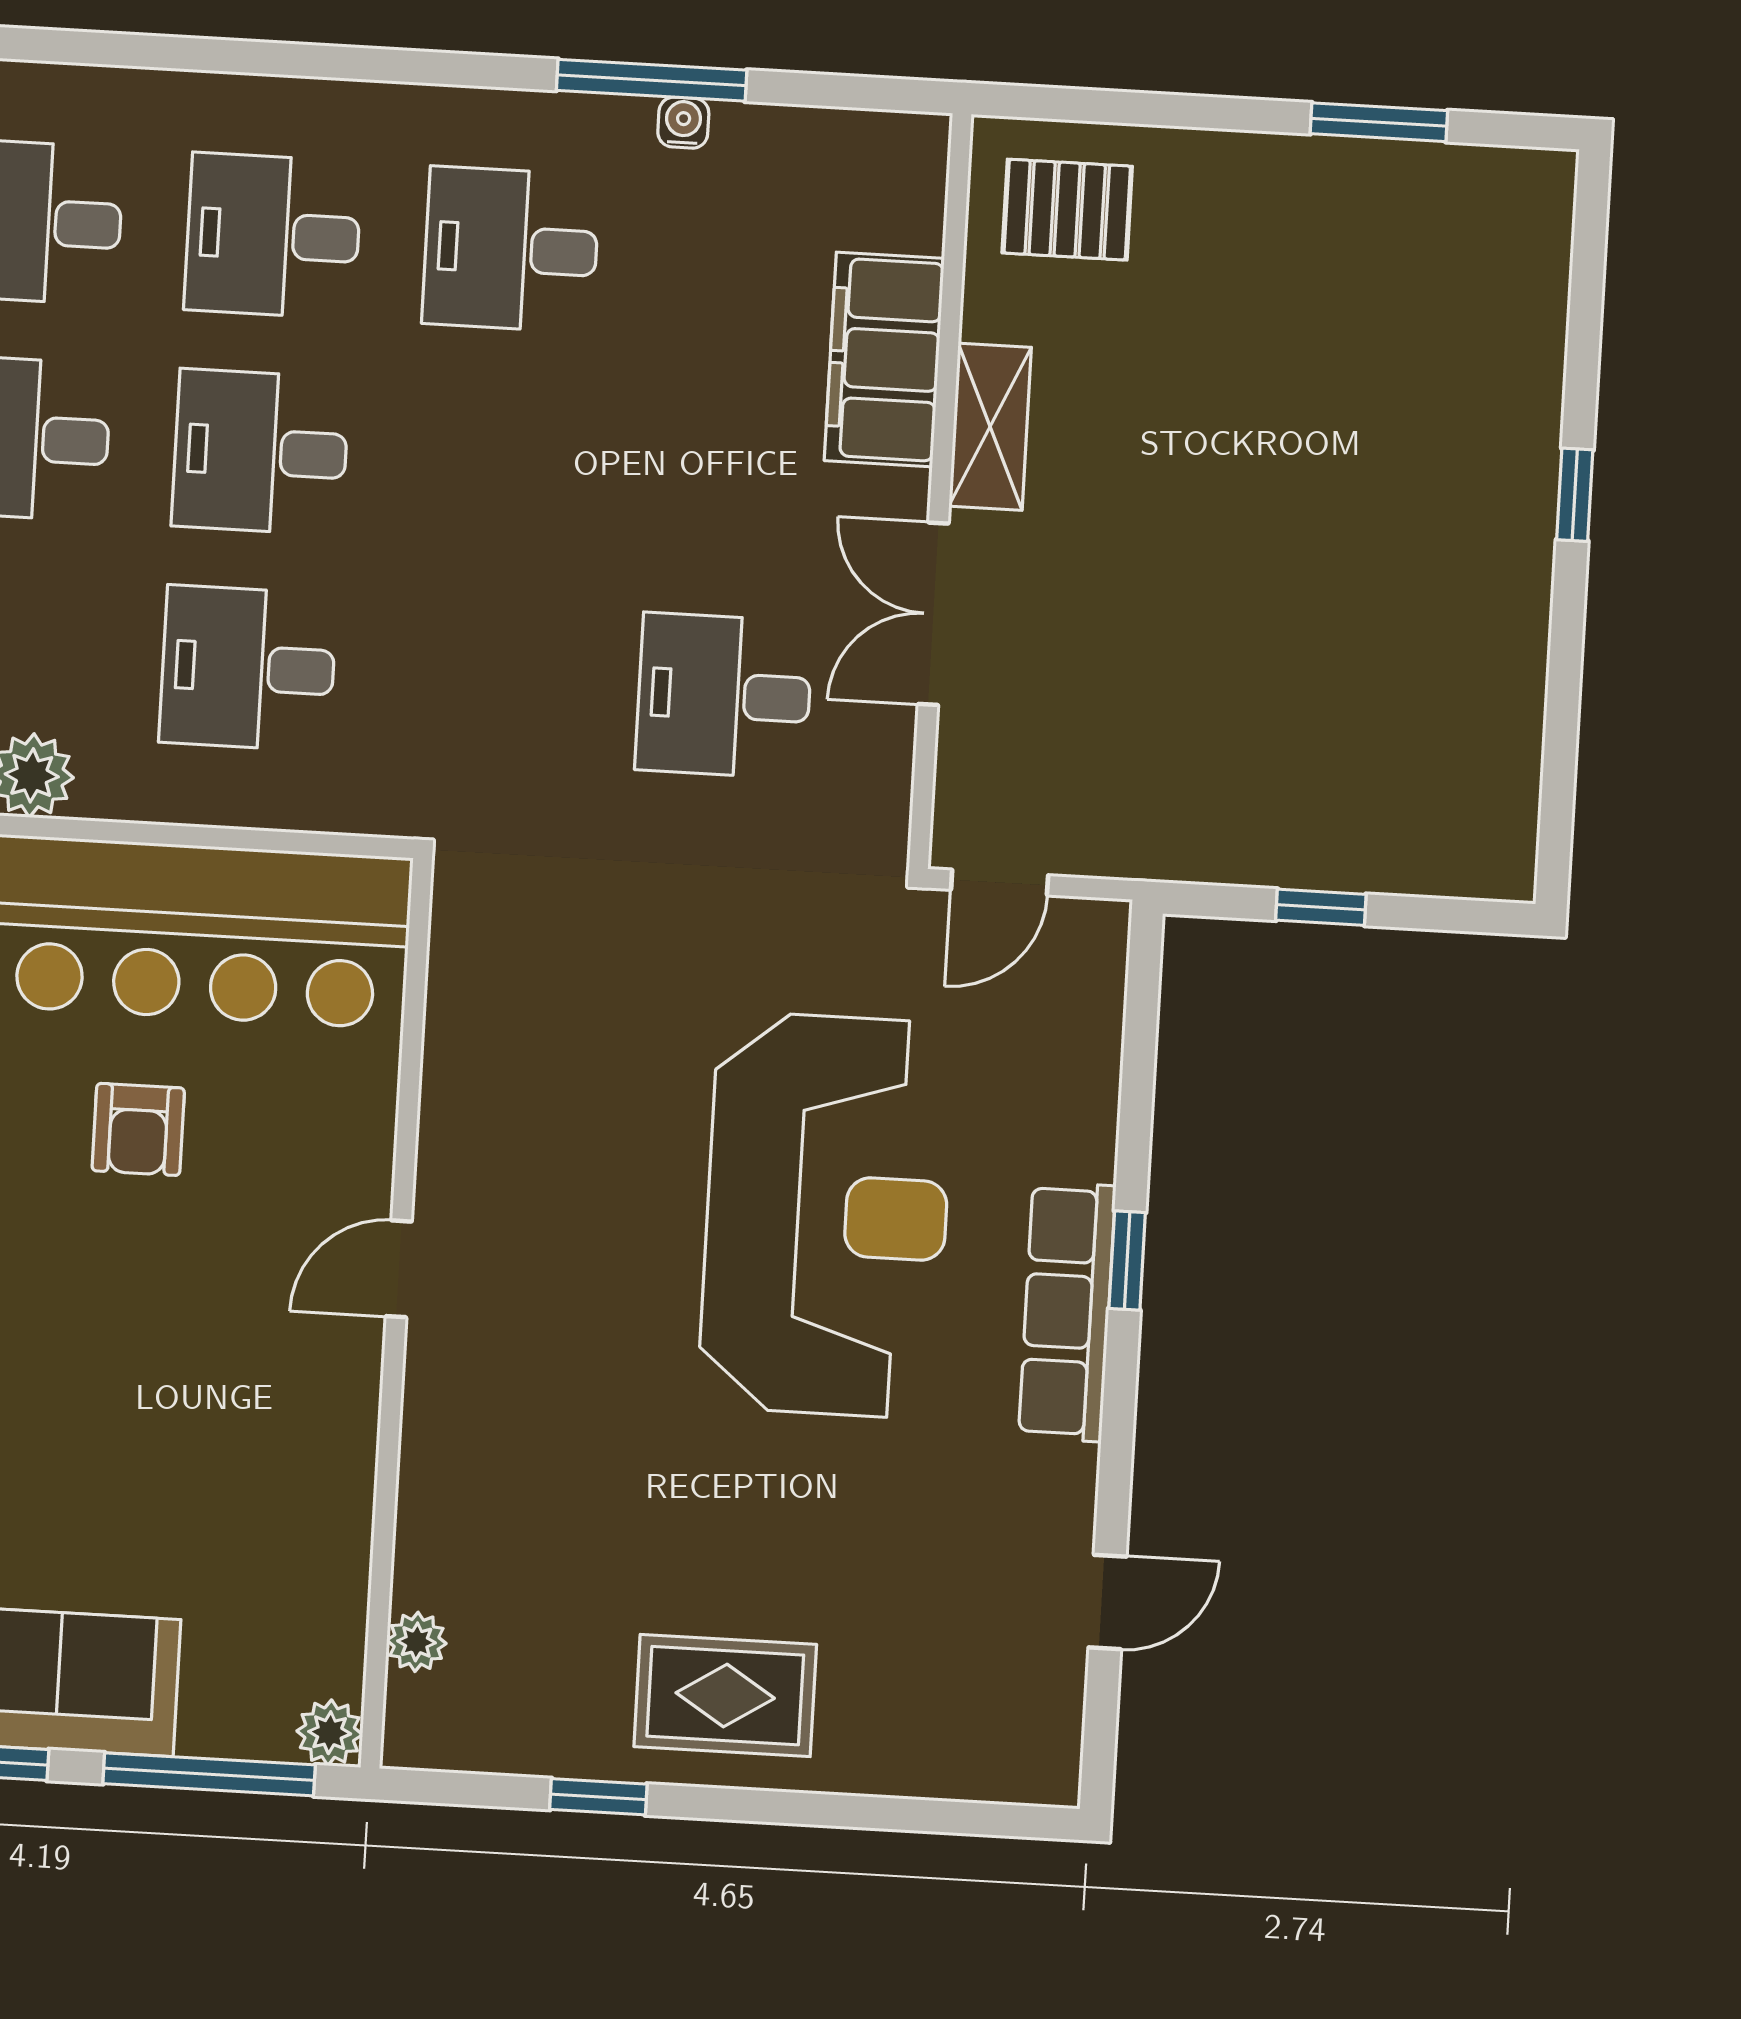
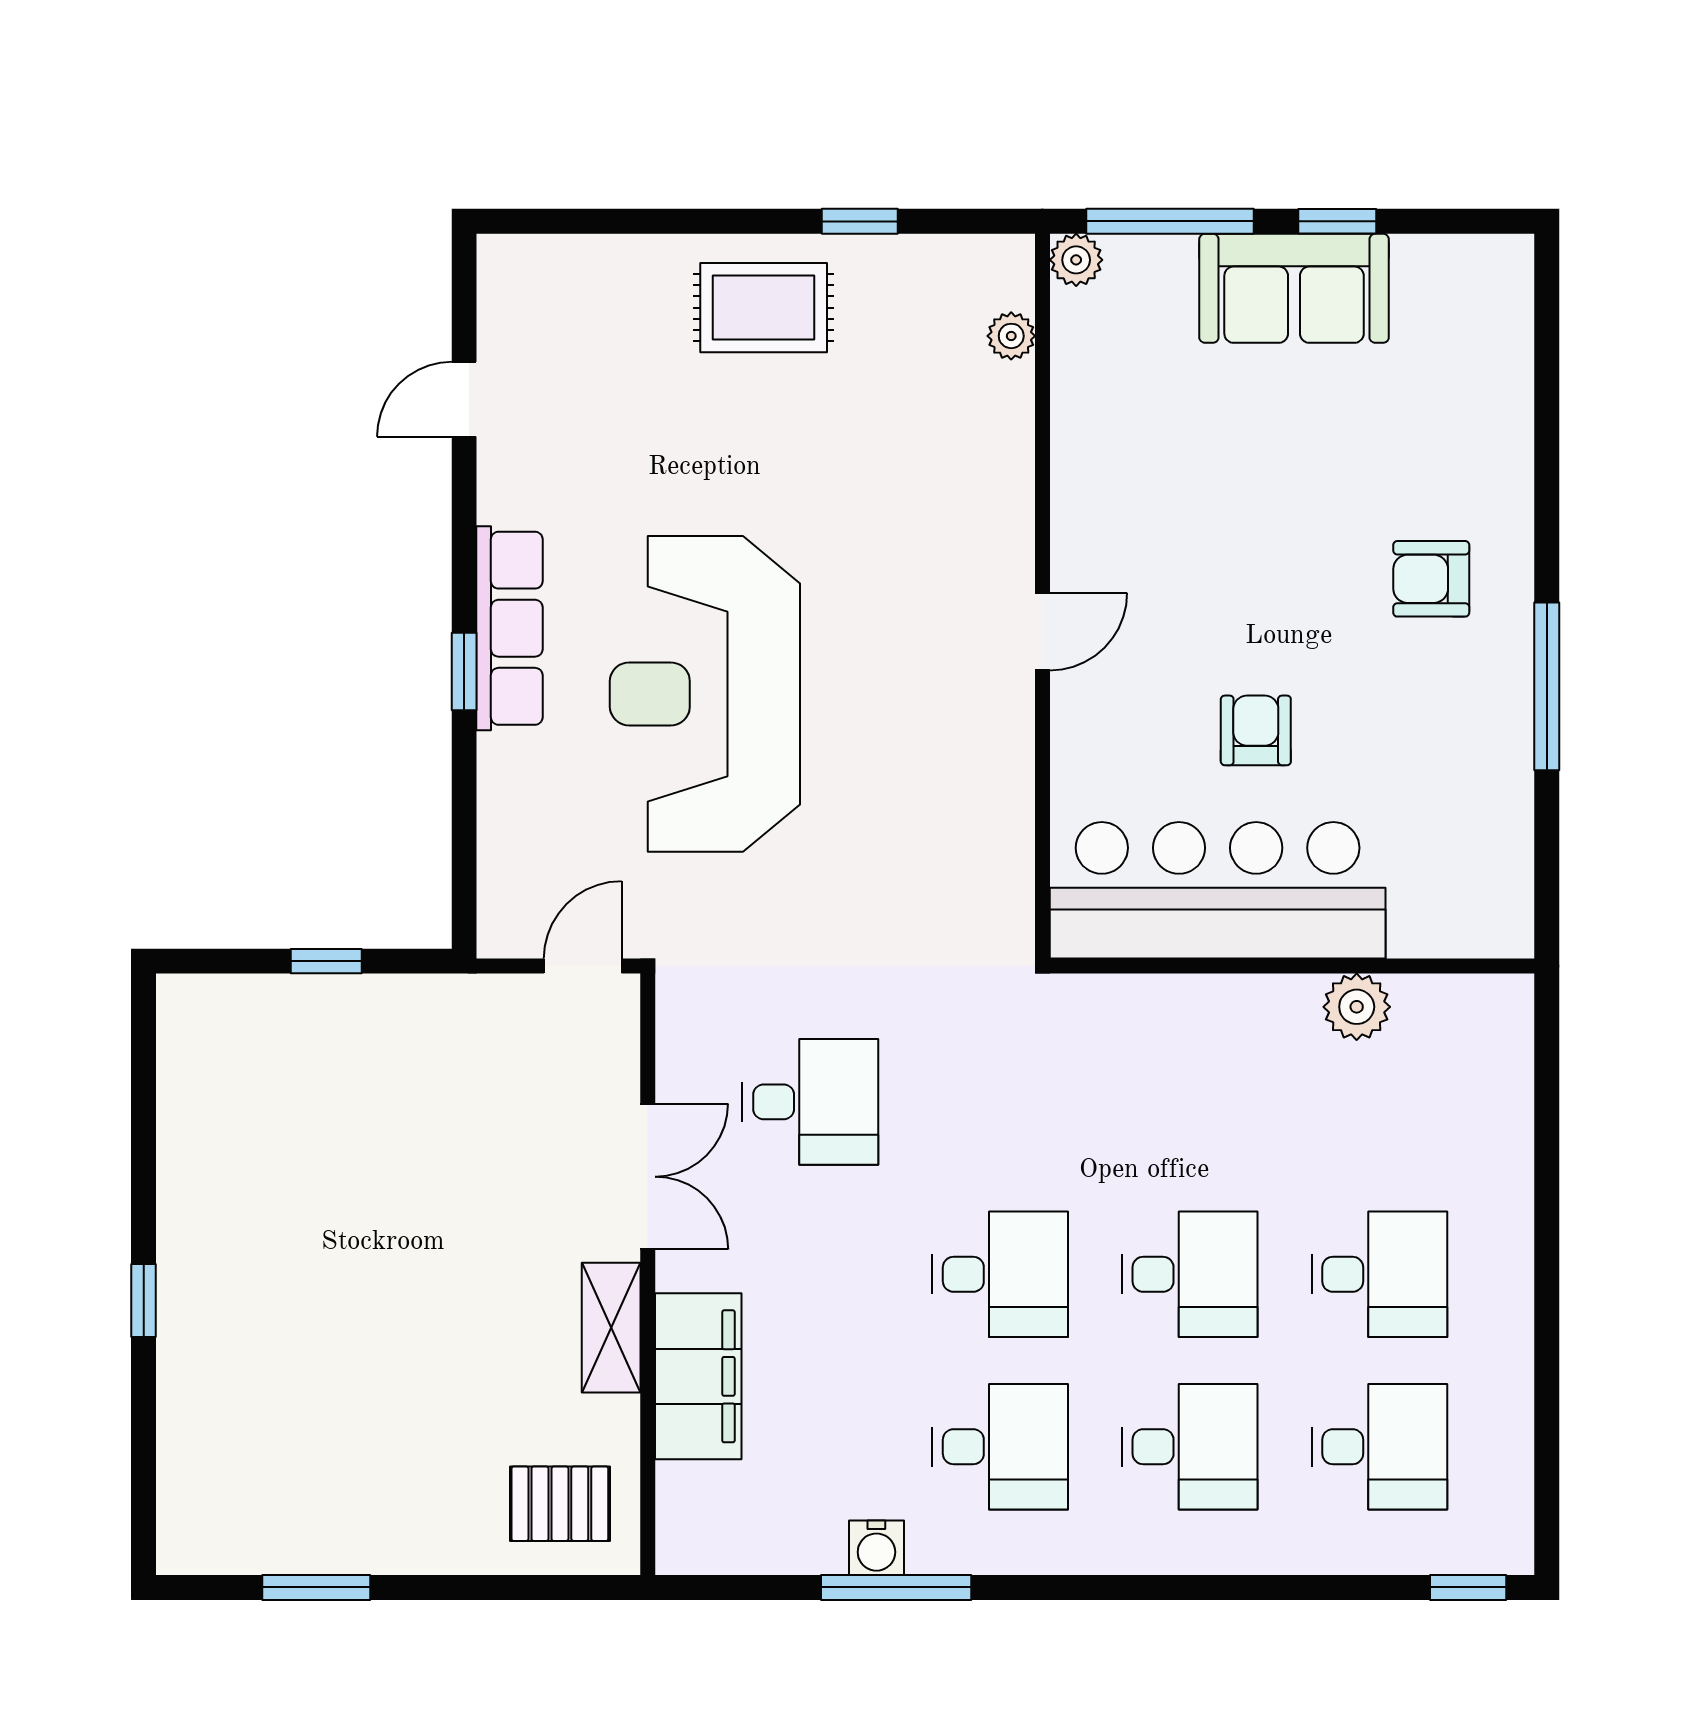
water cooler: (683, 123) -> (876, 1548), width x1.38, depth x1.38
desk: (248, 668) -> (1000, 1274), moved

